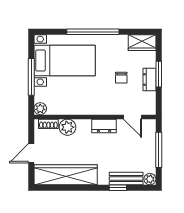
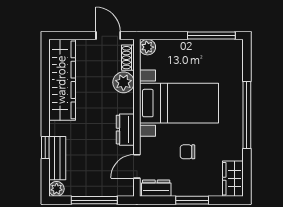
bed with nightstands: (65, 61) -> (179, 103), moved, turned -90
window: (31, 77) -> (211, 36), moved
dresser: (149, 80) -> (156, 188), moved
door: (31, 153) -> (108, 36), moved

